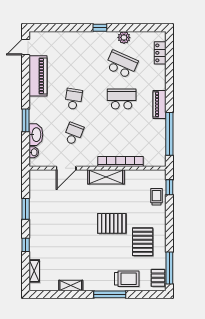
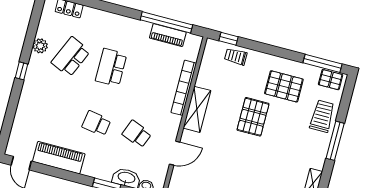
piano: (160, 104) -> (168, 35), moved
door: (66, 168) -> (175, 153), hinge flipped

